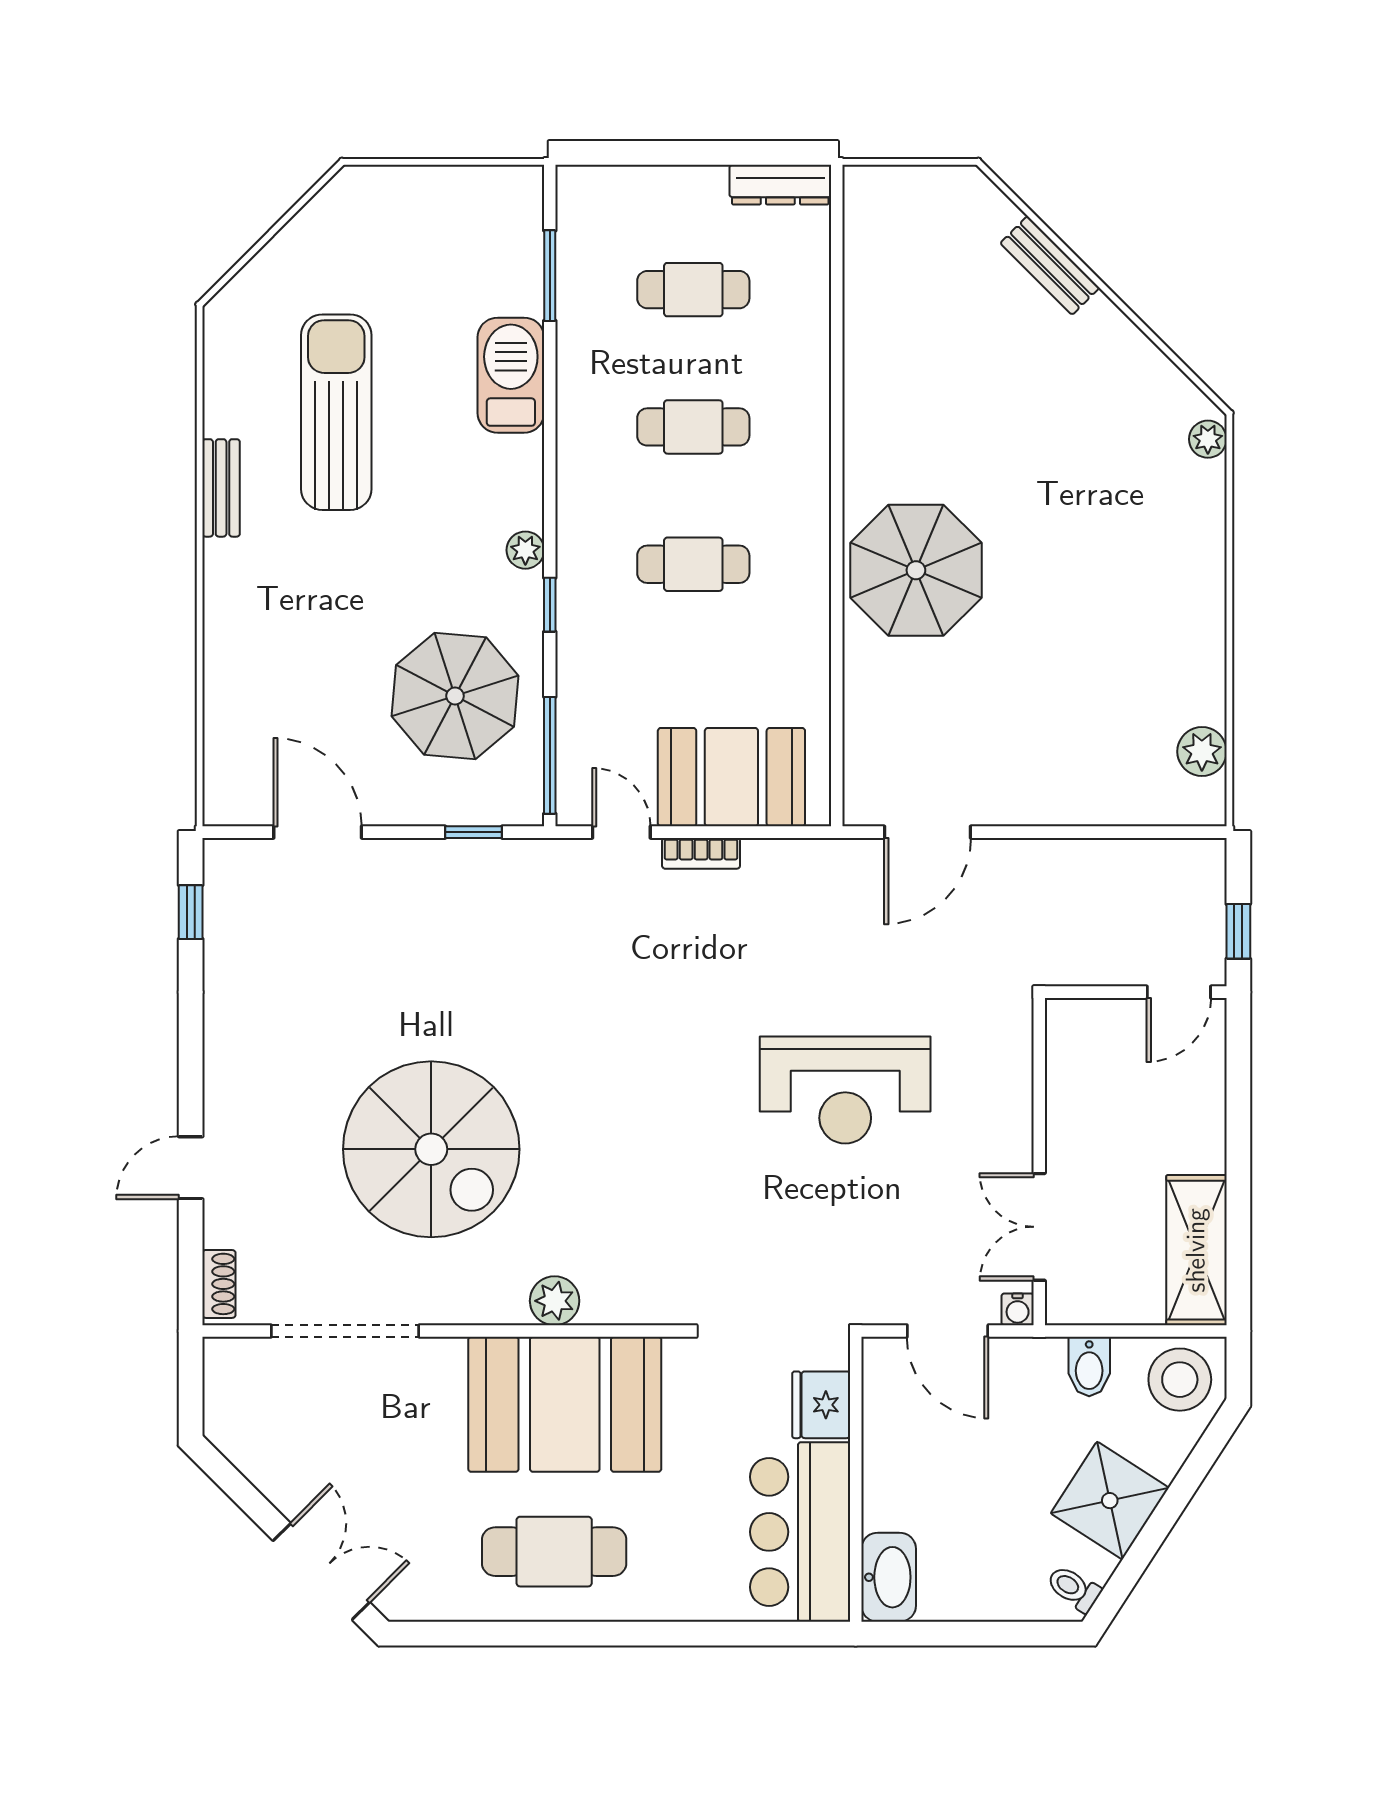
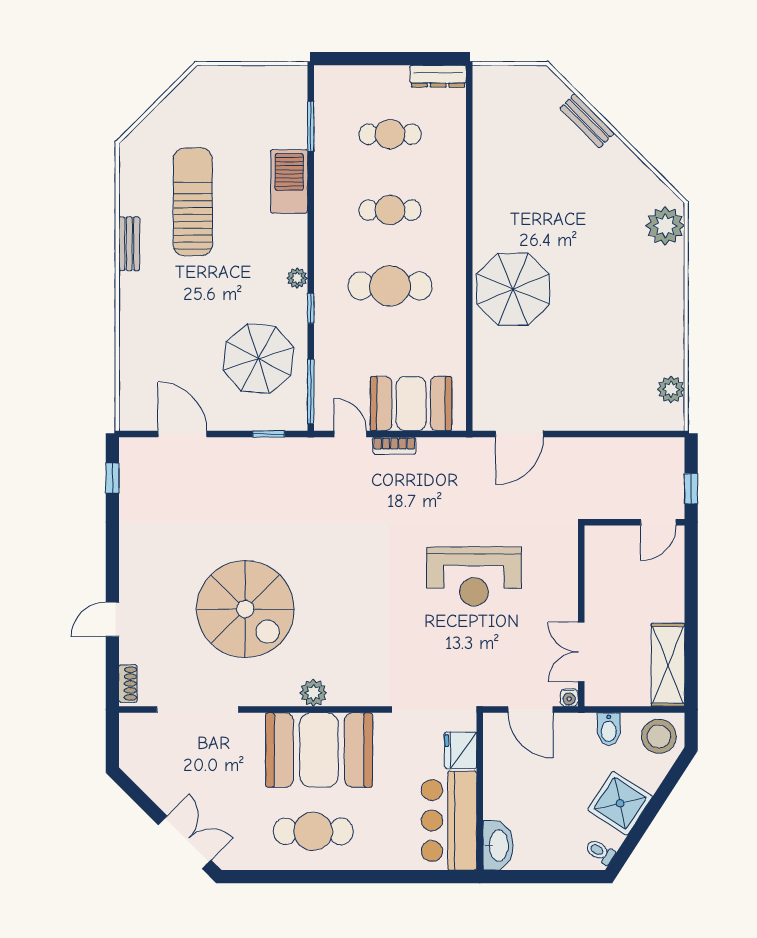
plant: (1208, 439) -> (665, 226), width x1.88, depth x1.88
cafe table: (693, 564) -> (390, 286), width x1.37, depth x1.35

